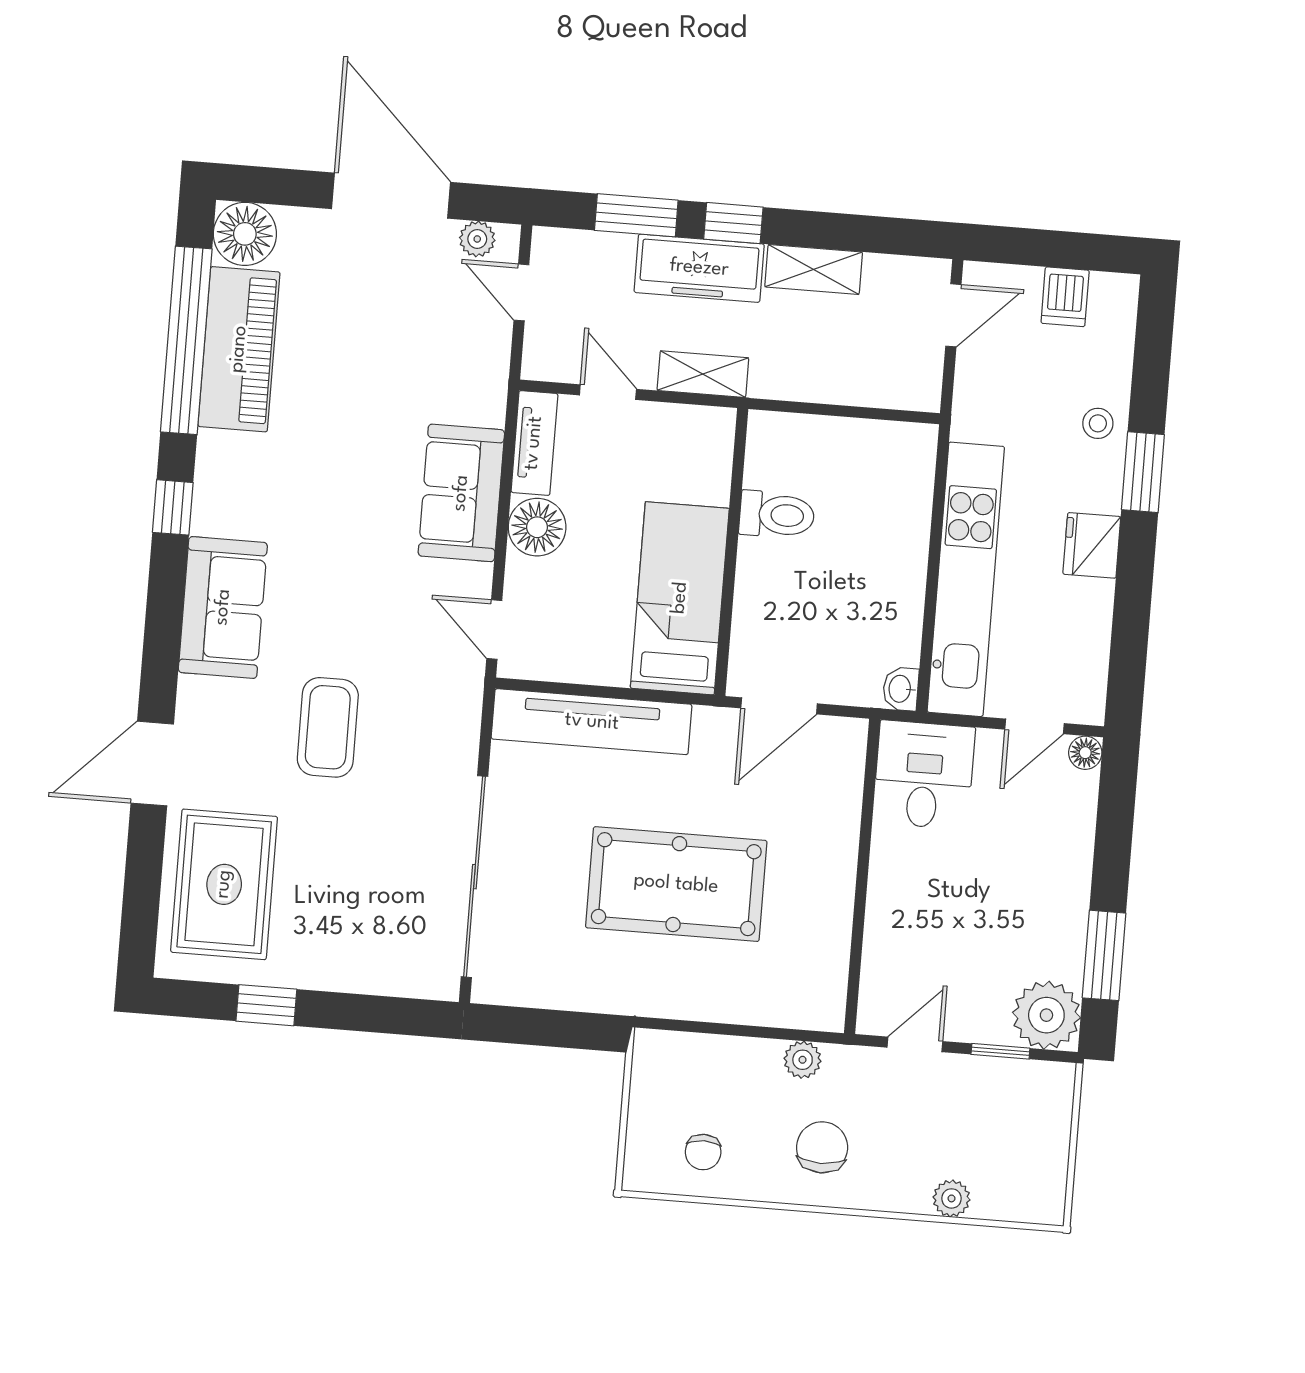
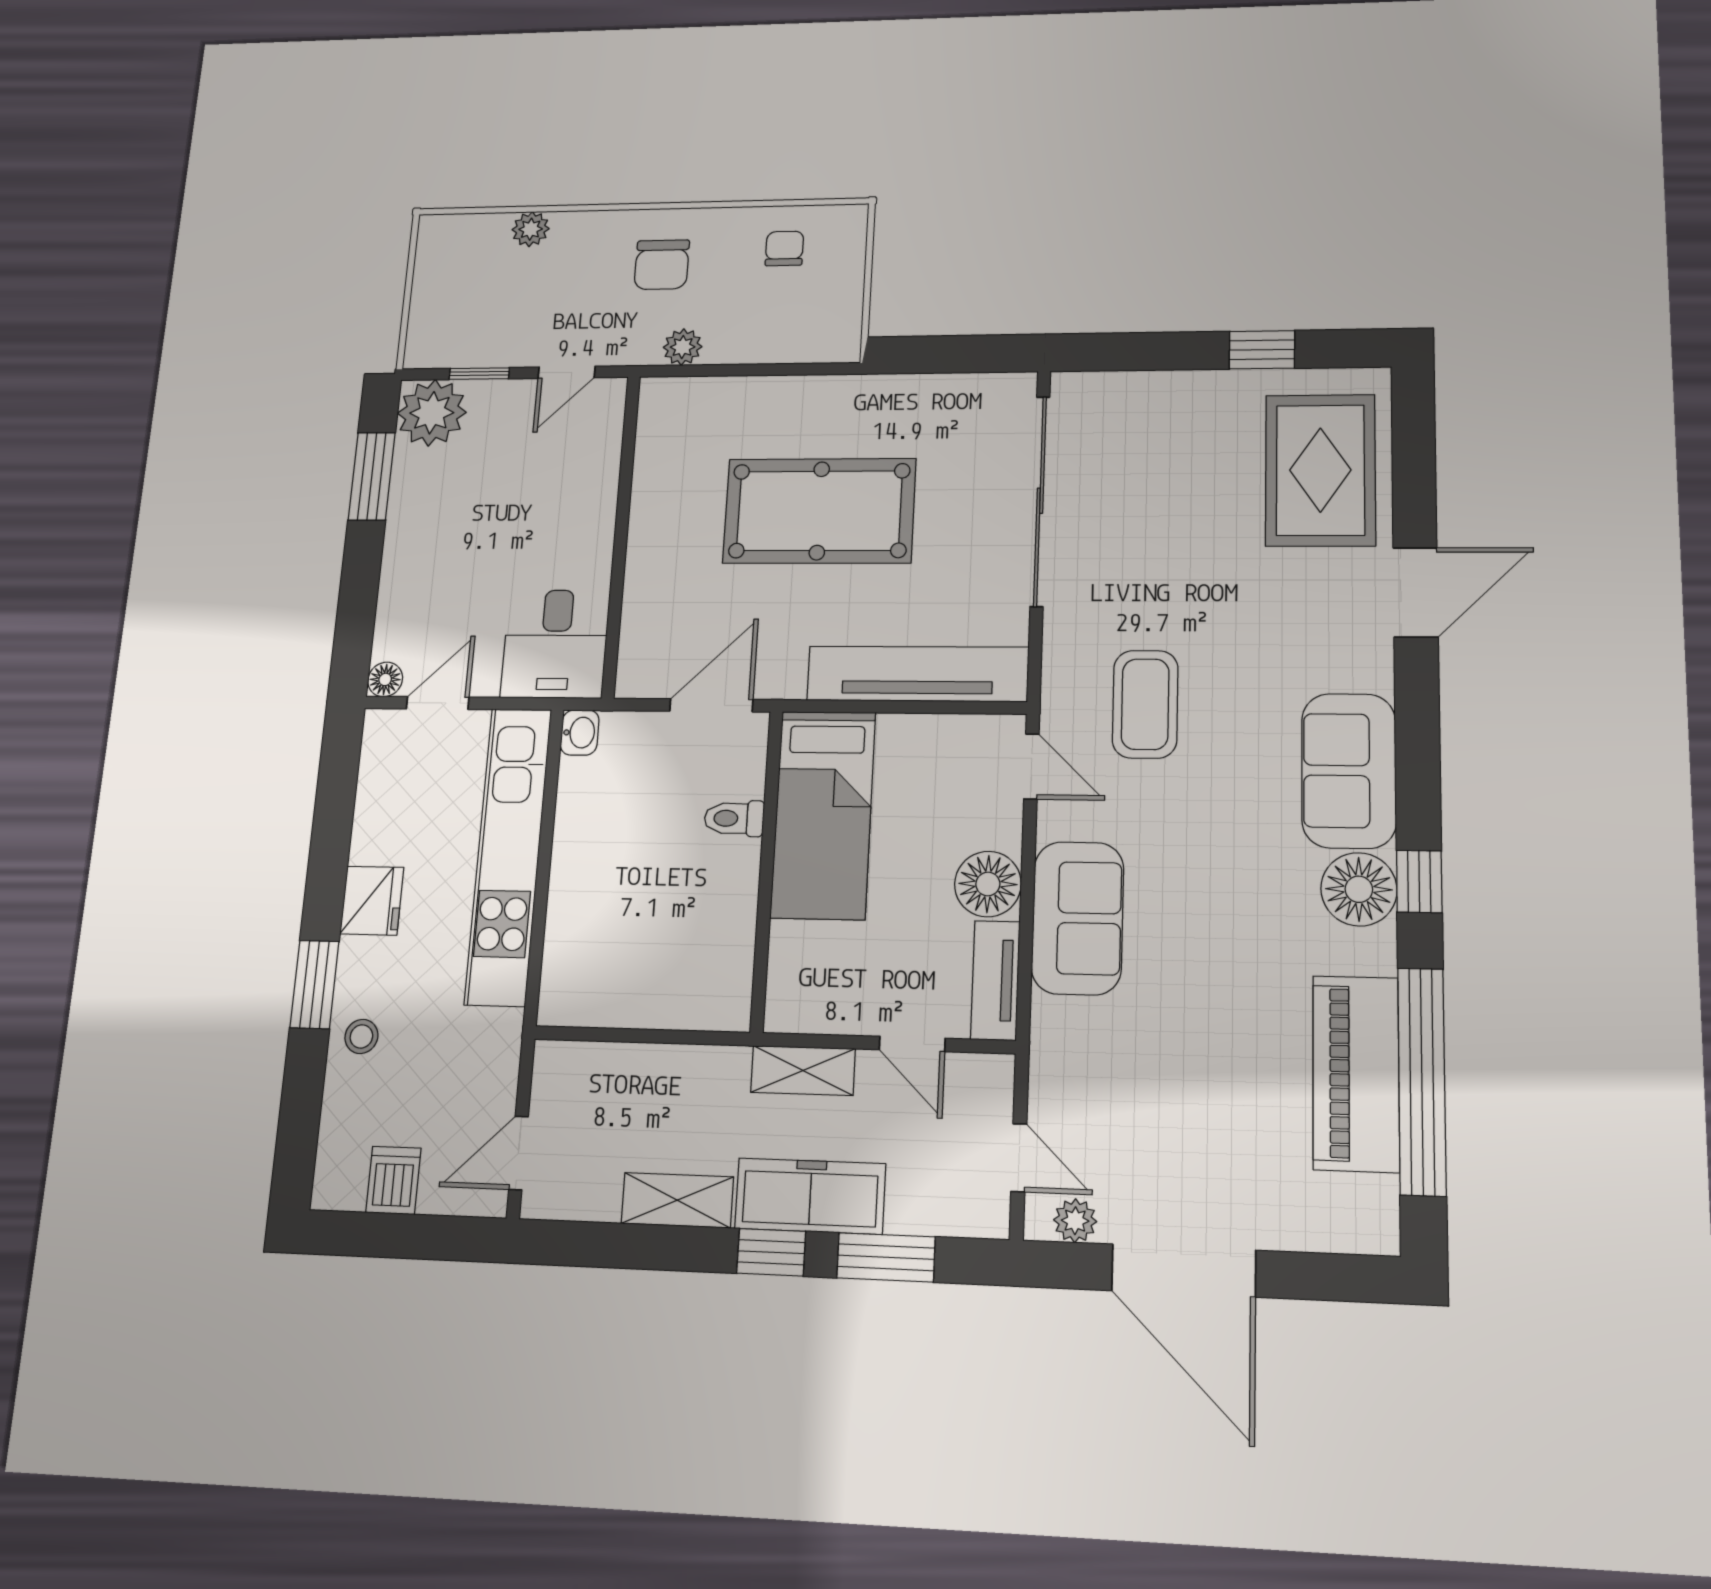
floor lamp: (245, 234) -> (1359, 889), moved
toilet: (777, 515) -> (734, 818), moved, width x0.73, depth x0.72
coffee table: (328, 727) -> (1145, 704), moved

